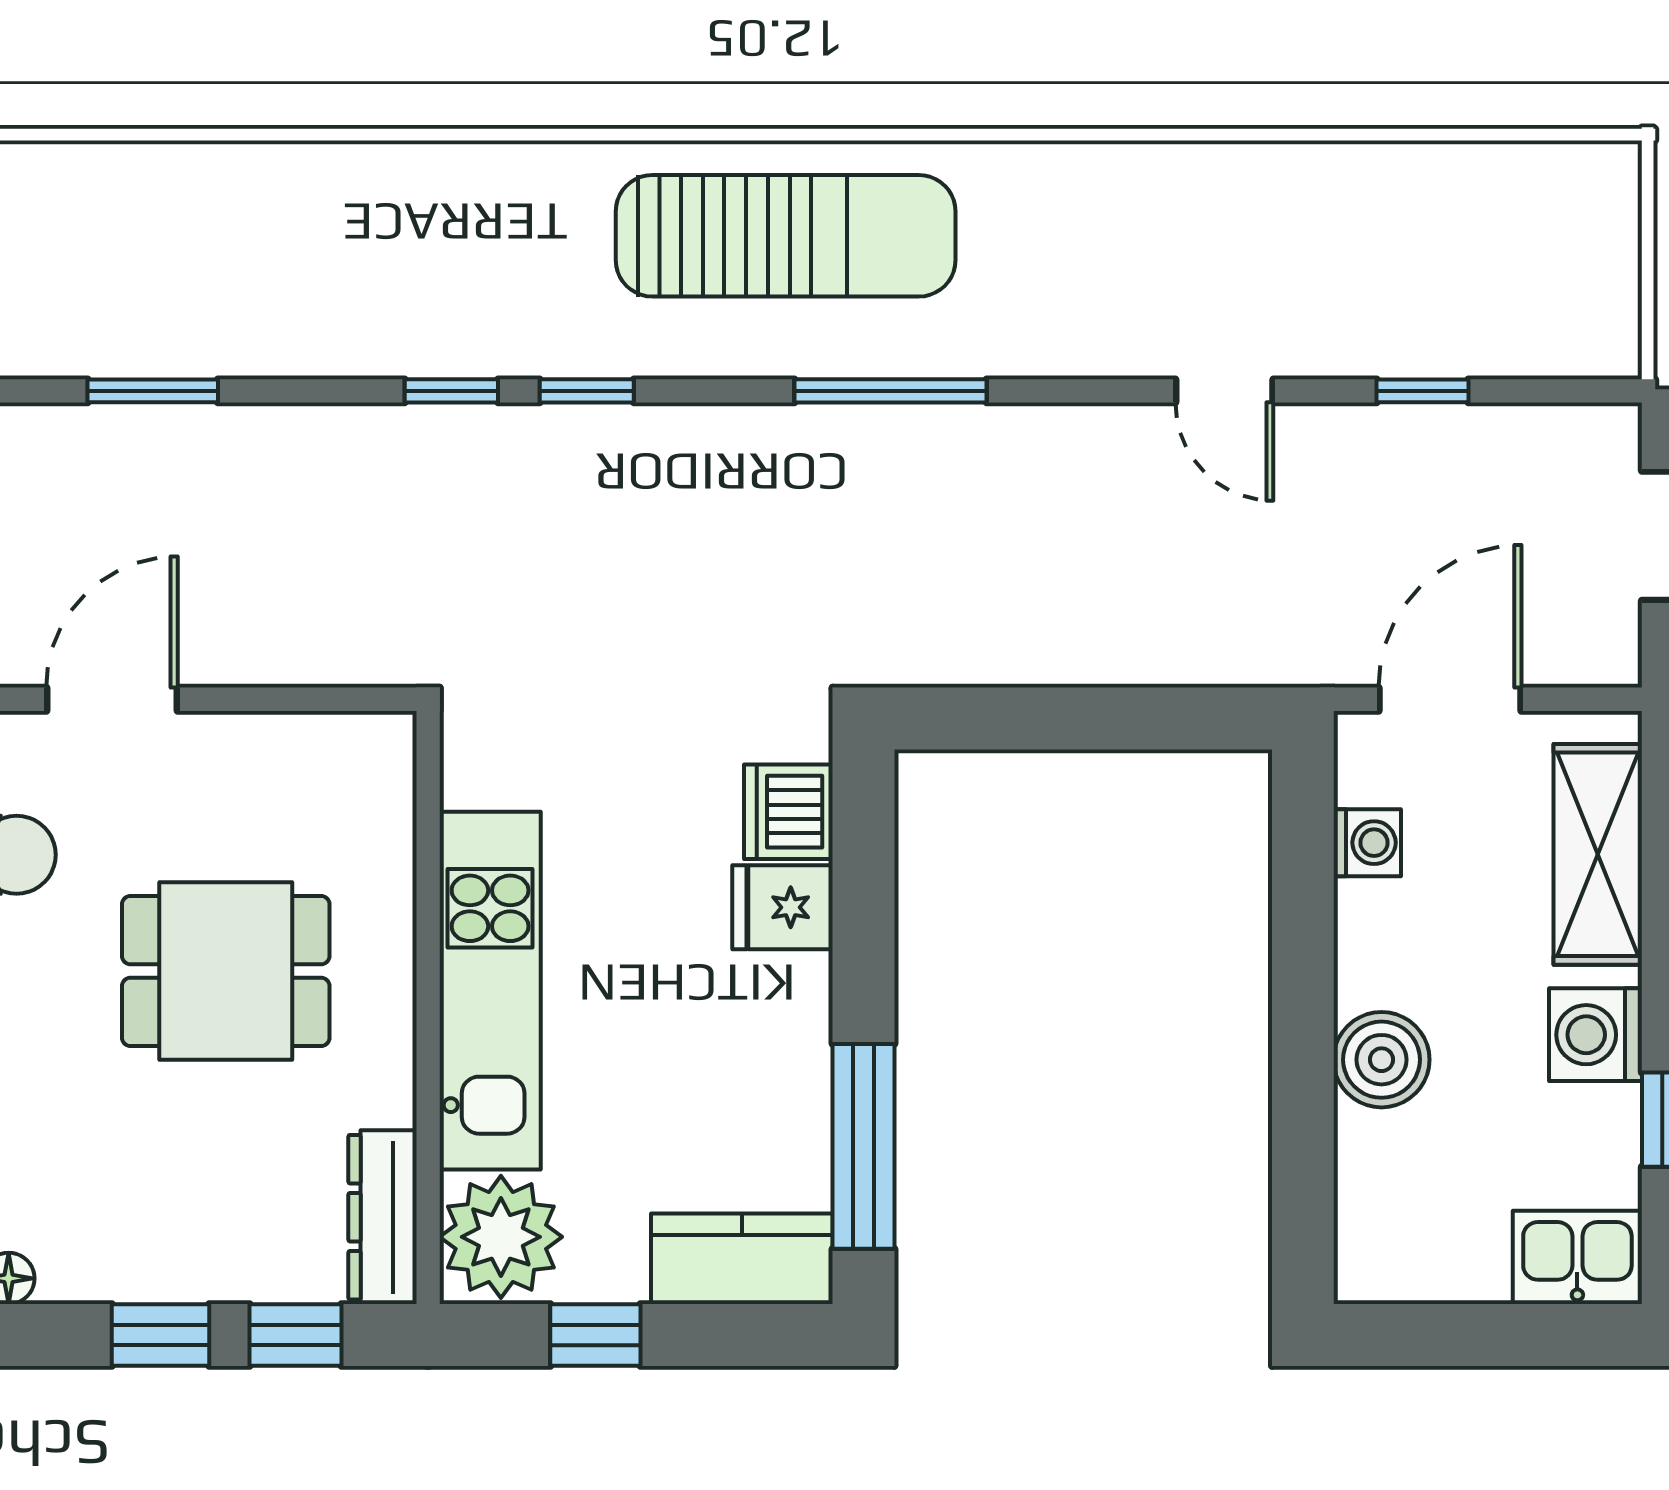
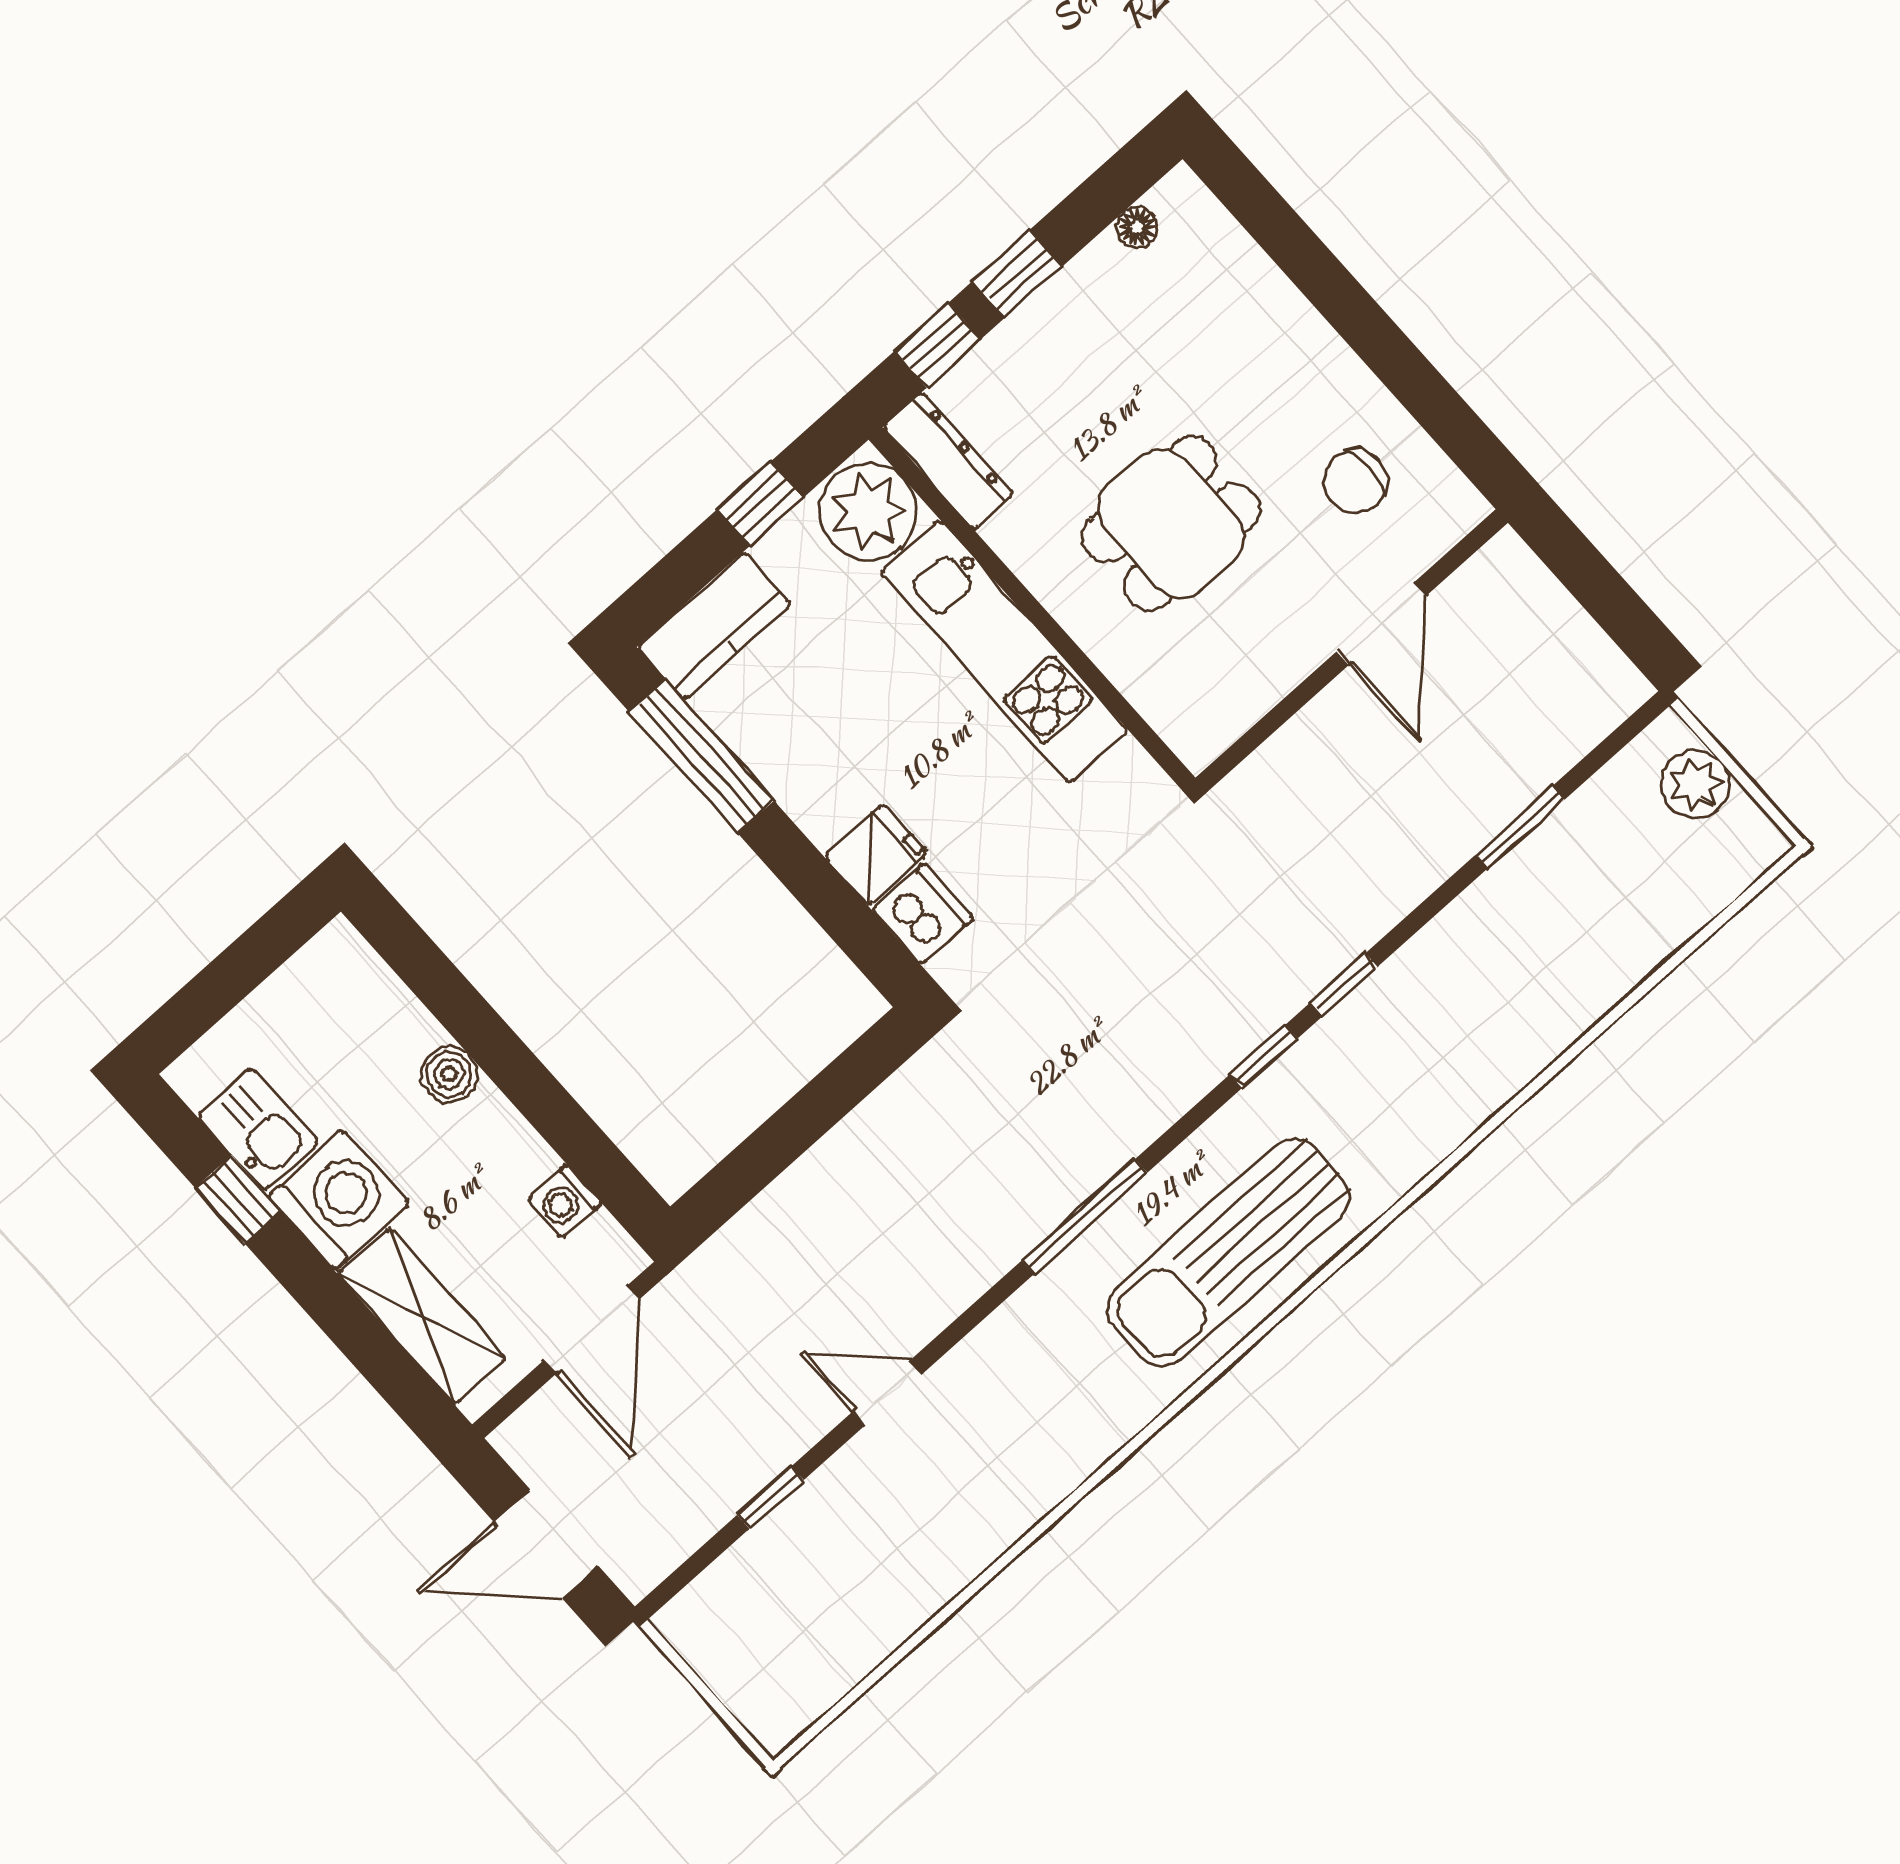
washing machine: (1595, 1035) -> (339, 1200), width x1.37, depth x1.37
boiler: (1382, 1060) -> (449, 1074), width x0.73, depth x0.73
kitchen sink: (1577, 1257) -> (258, 1129), moved, turned -90

